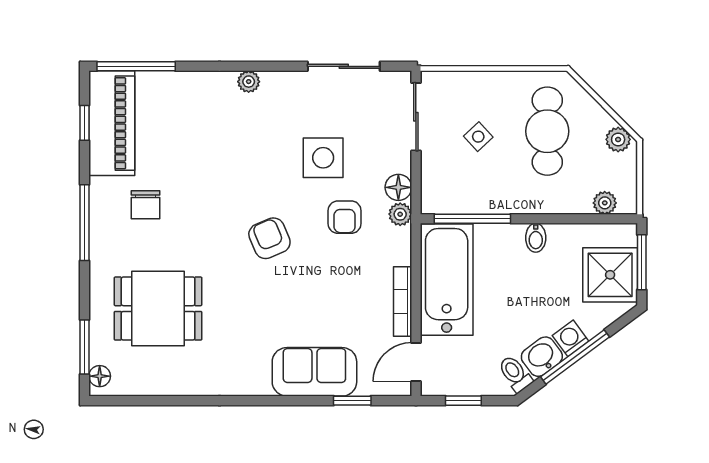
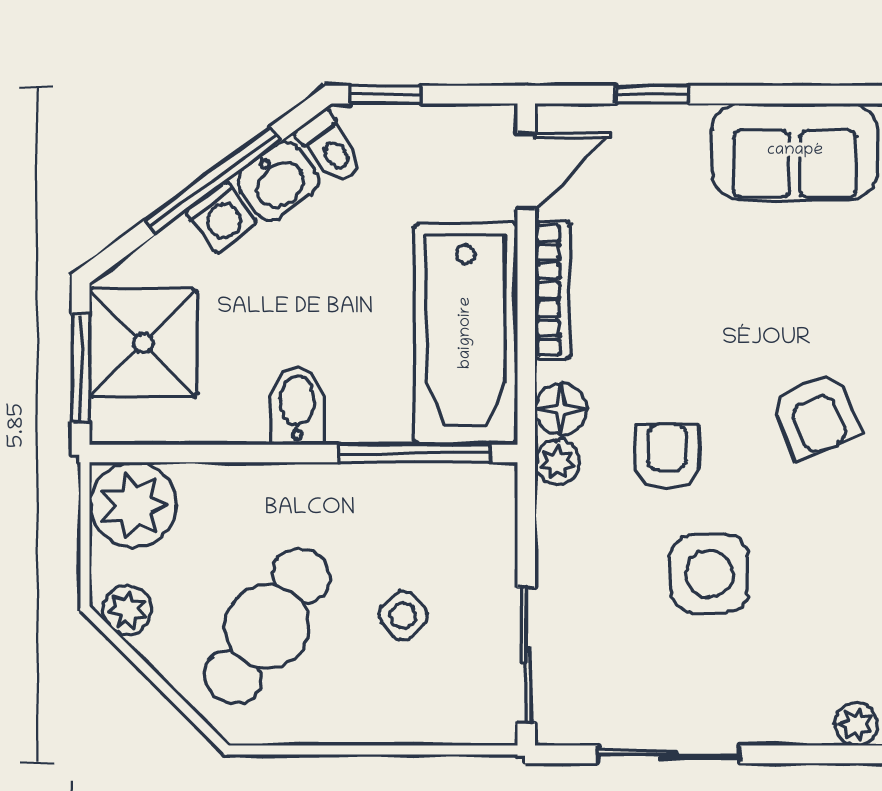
cafe table: (547, 131) -> (267, 626), turned 34
floor lamp: (398, 187) -> (561, 409), moved
plant: (605, 203) -> (134, 505), width x1.88, depth x1.88
bidet: (536, 238) -> (297, 406), width x1.38, depth x1.36
sofa: (314, 372) -> (795, 151), moved
window: (463, 401) -> (385, 95), moved

